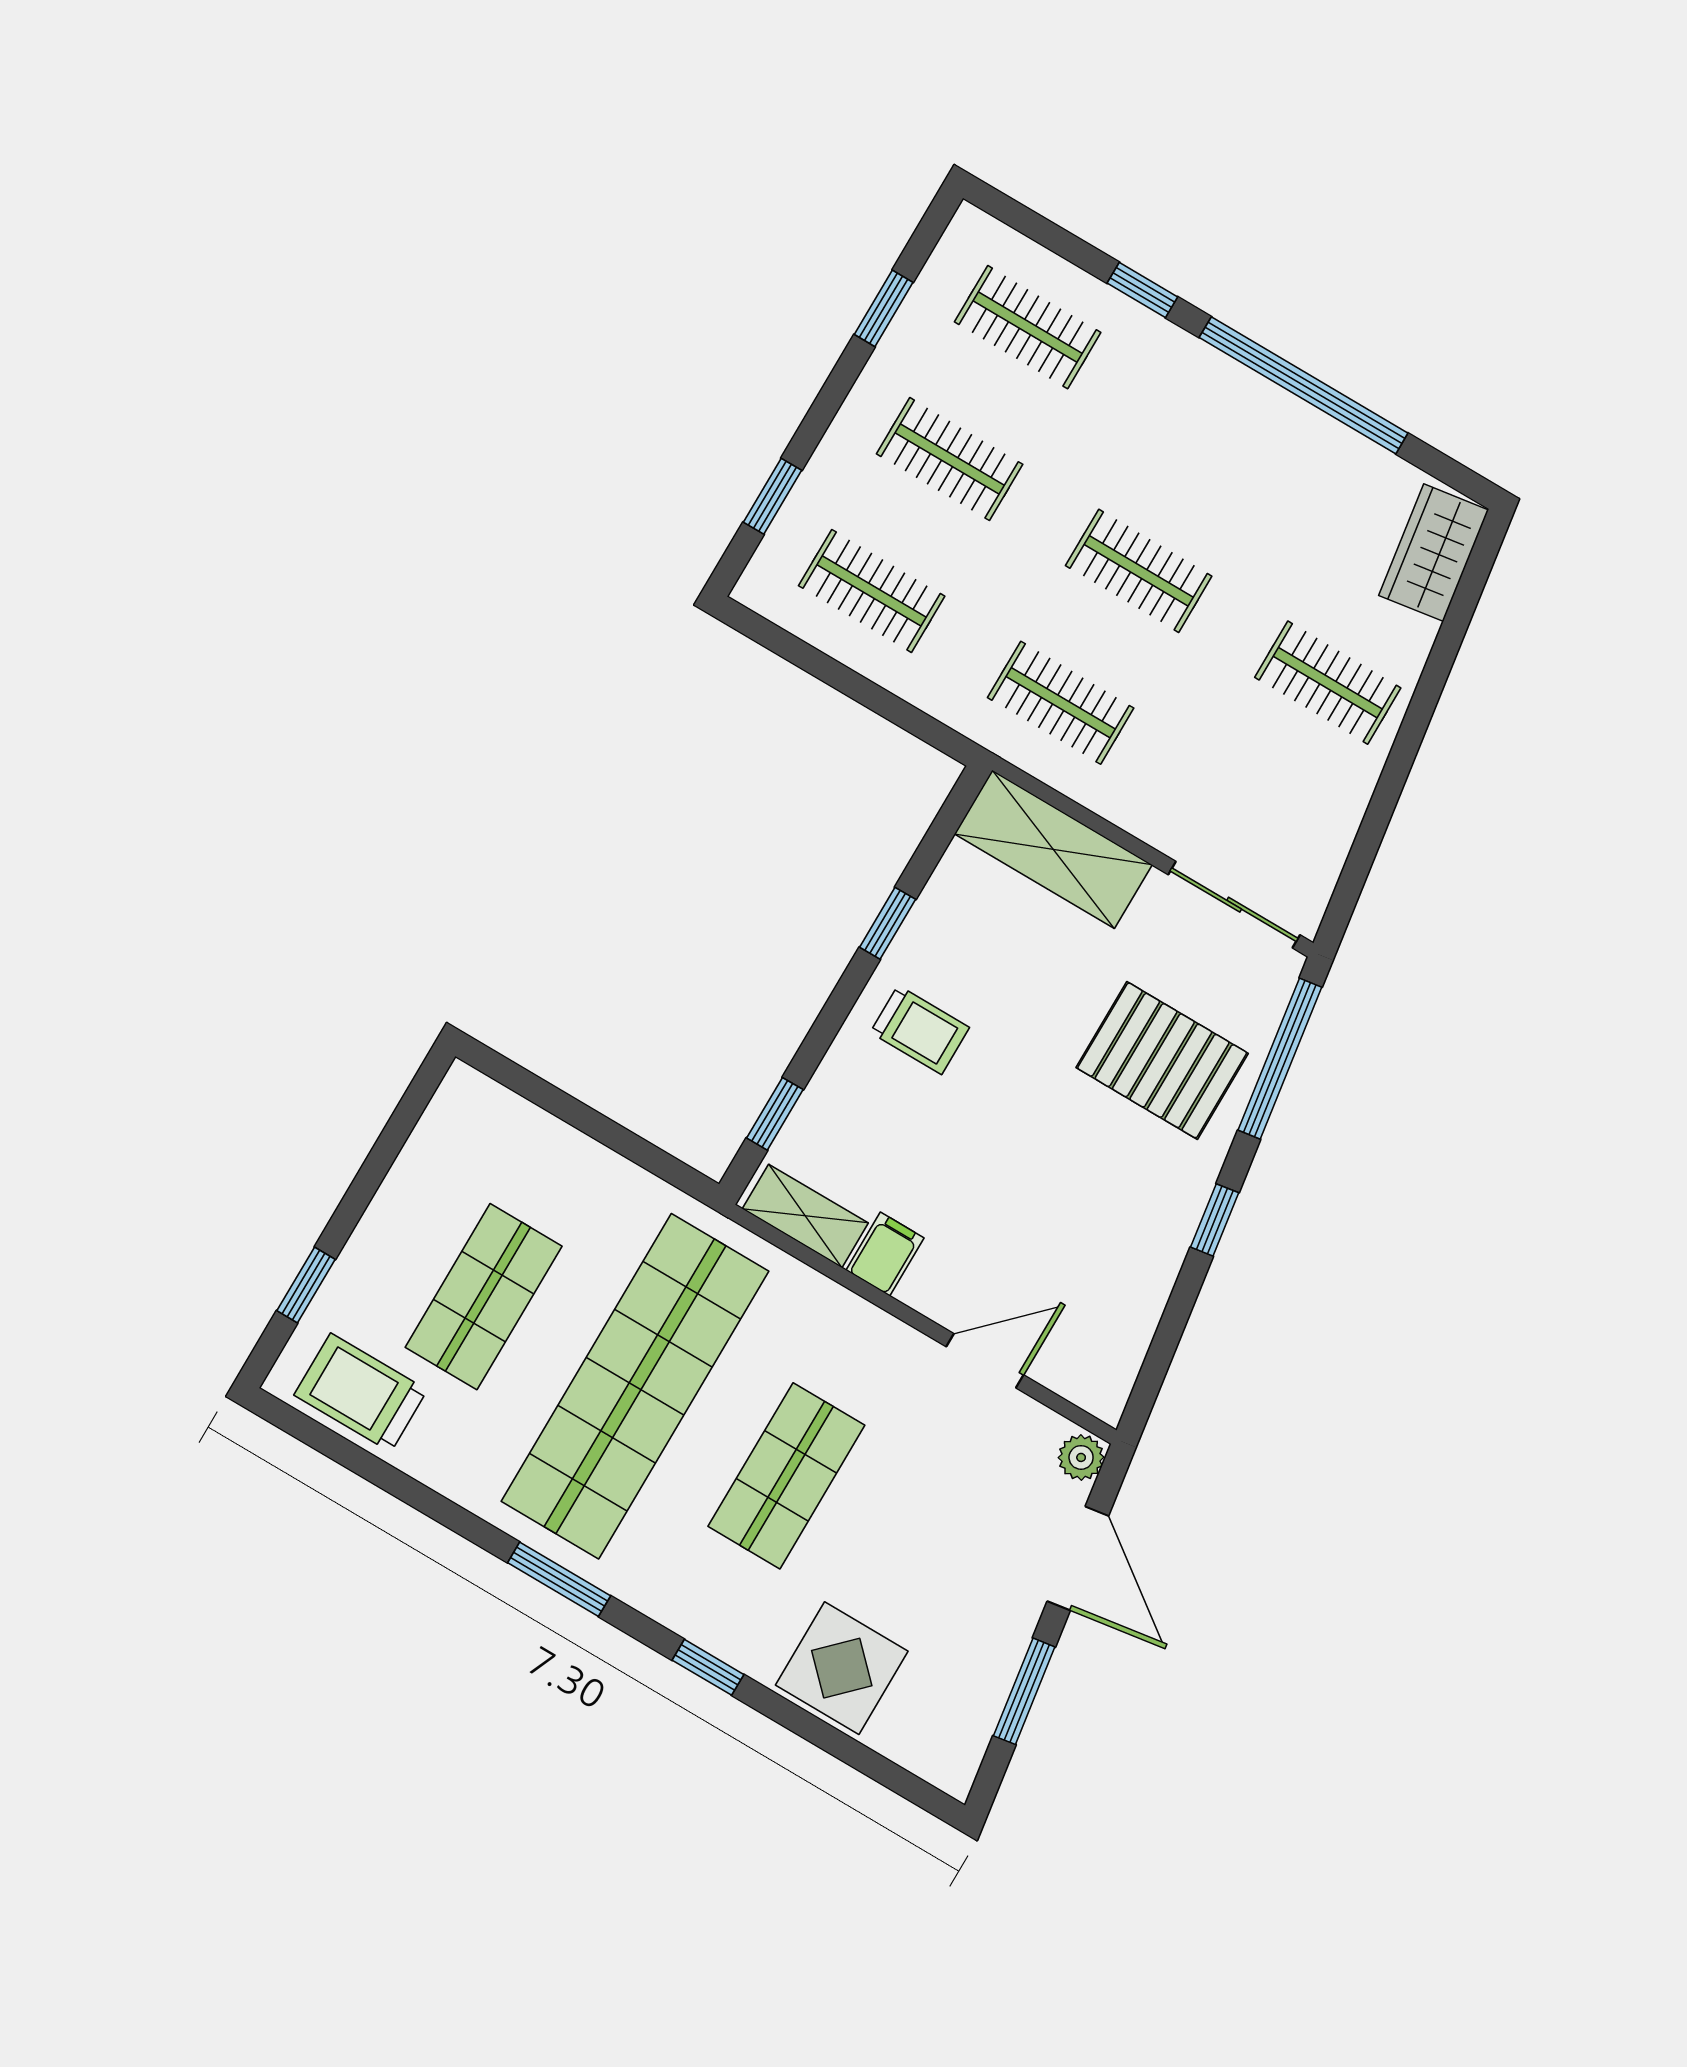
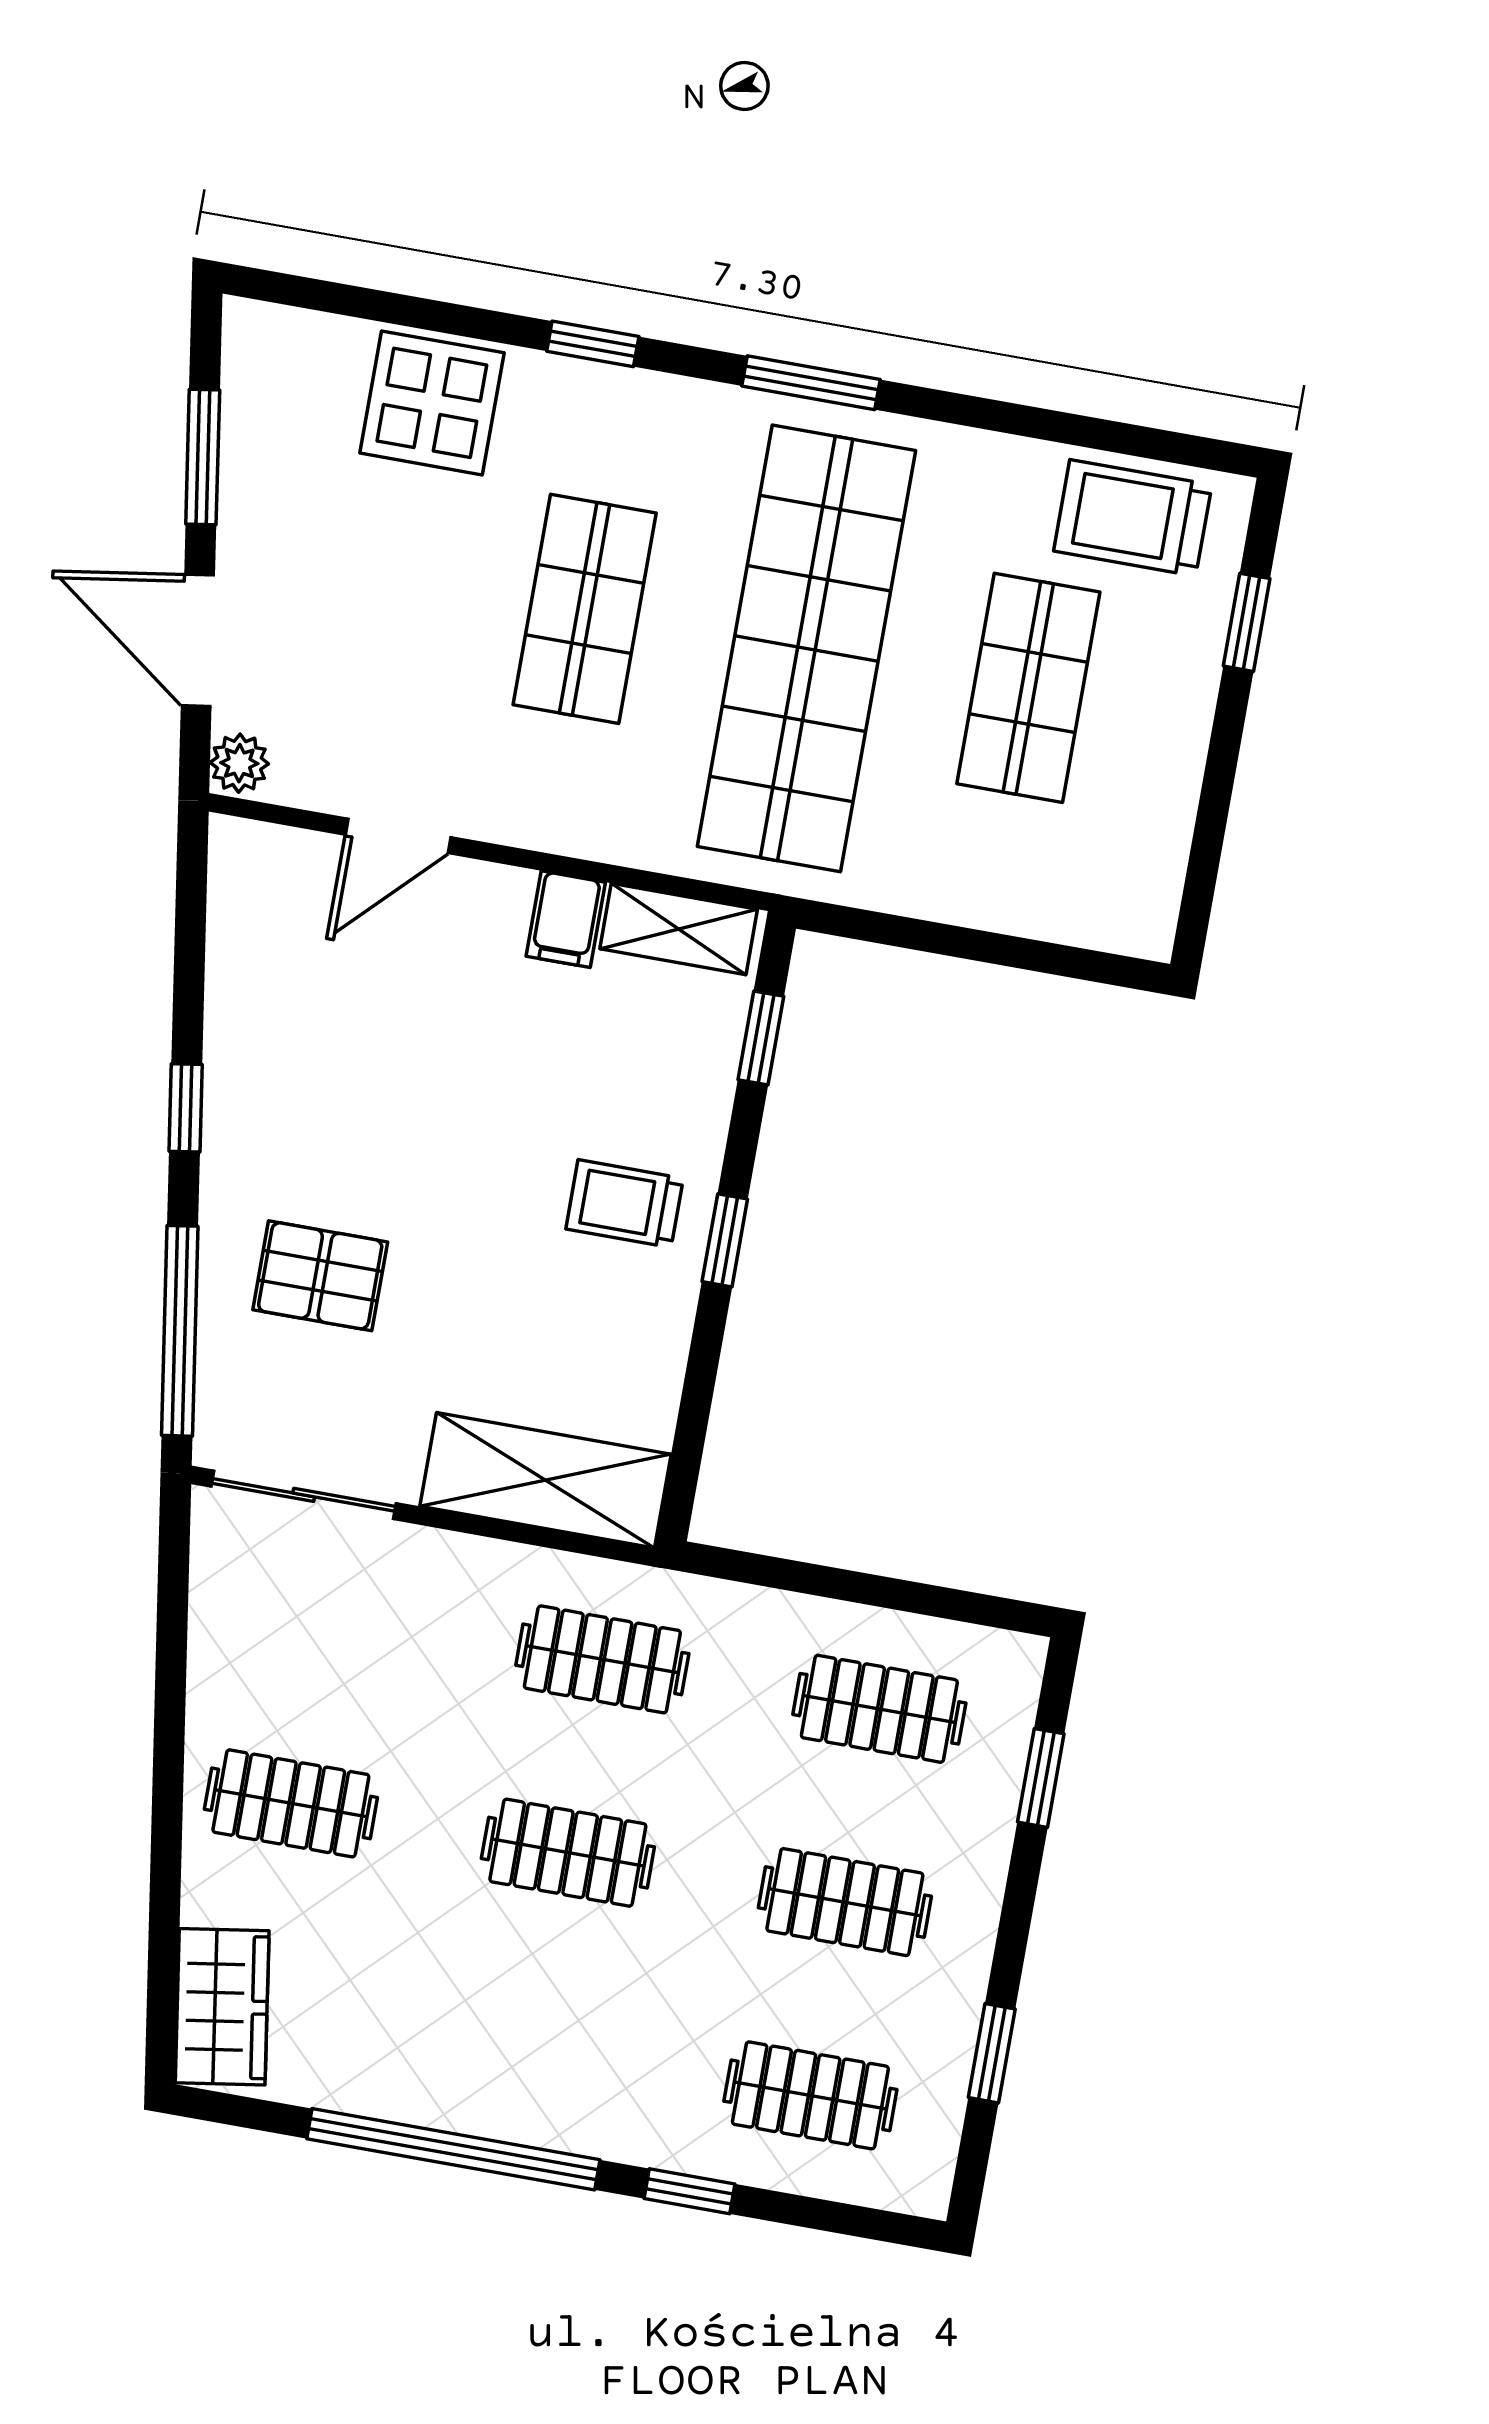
window: (888, 923) -> (725, 1240), moved
pallet: (1162, 1060) -> (320, 1276), width x0.67, depth x0.71
trolley: (361, 1393) -> (1133, 518), turned 180

